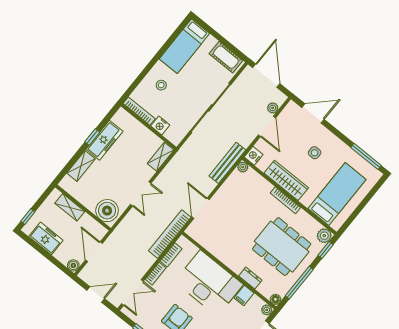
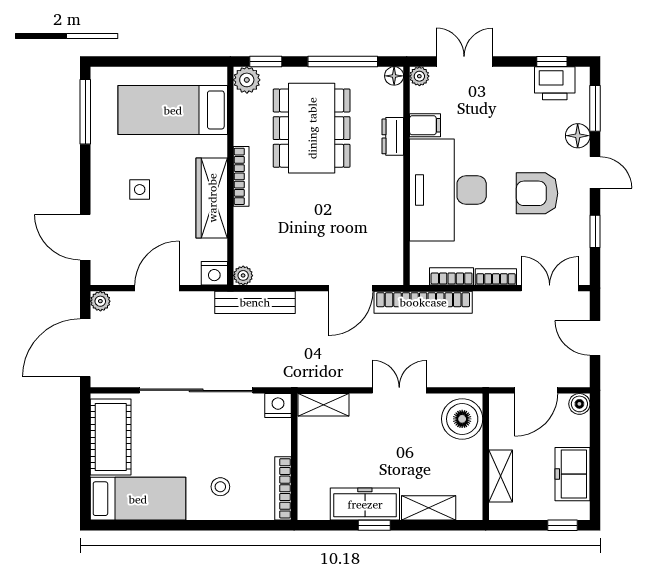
cot: (226, 57) -> (111, 437), width x1.37, depth x1.34
plant: (273, 108) -> (100, 301), moved
nightstand: (160, 125) -> (278, 405), moved, turned -90

